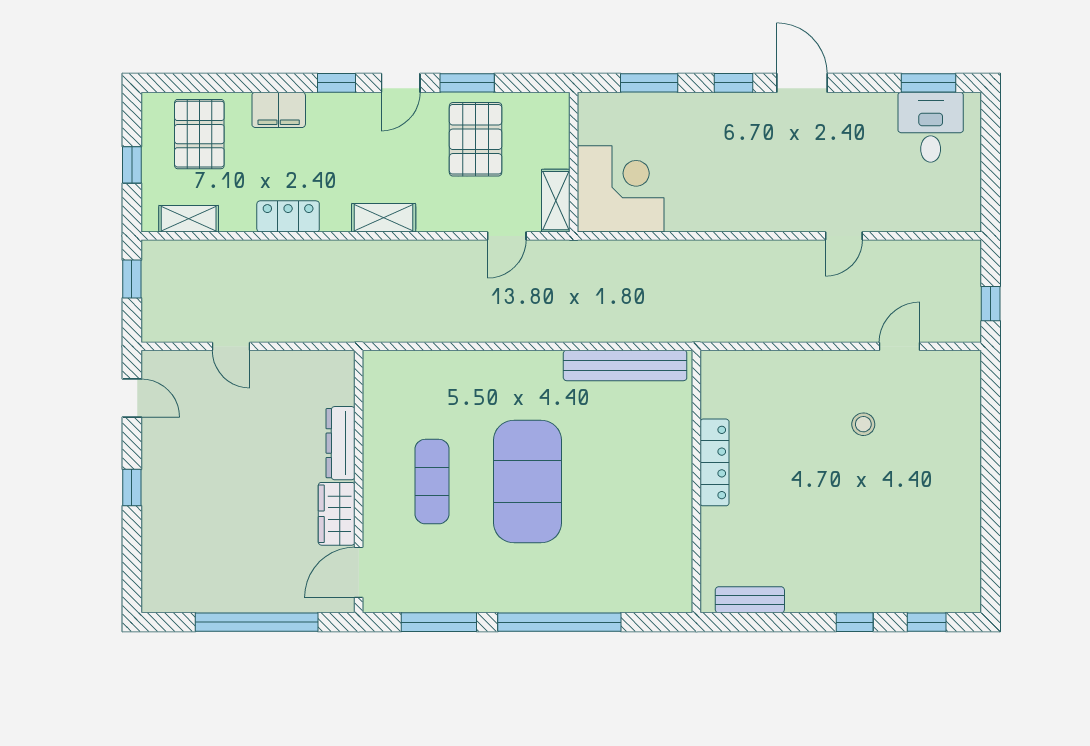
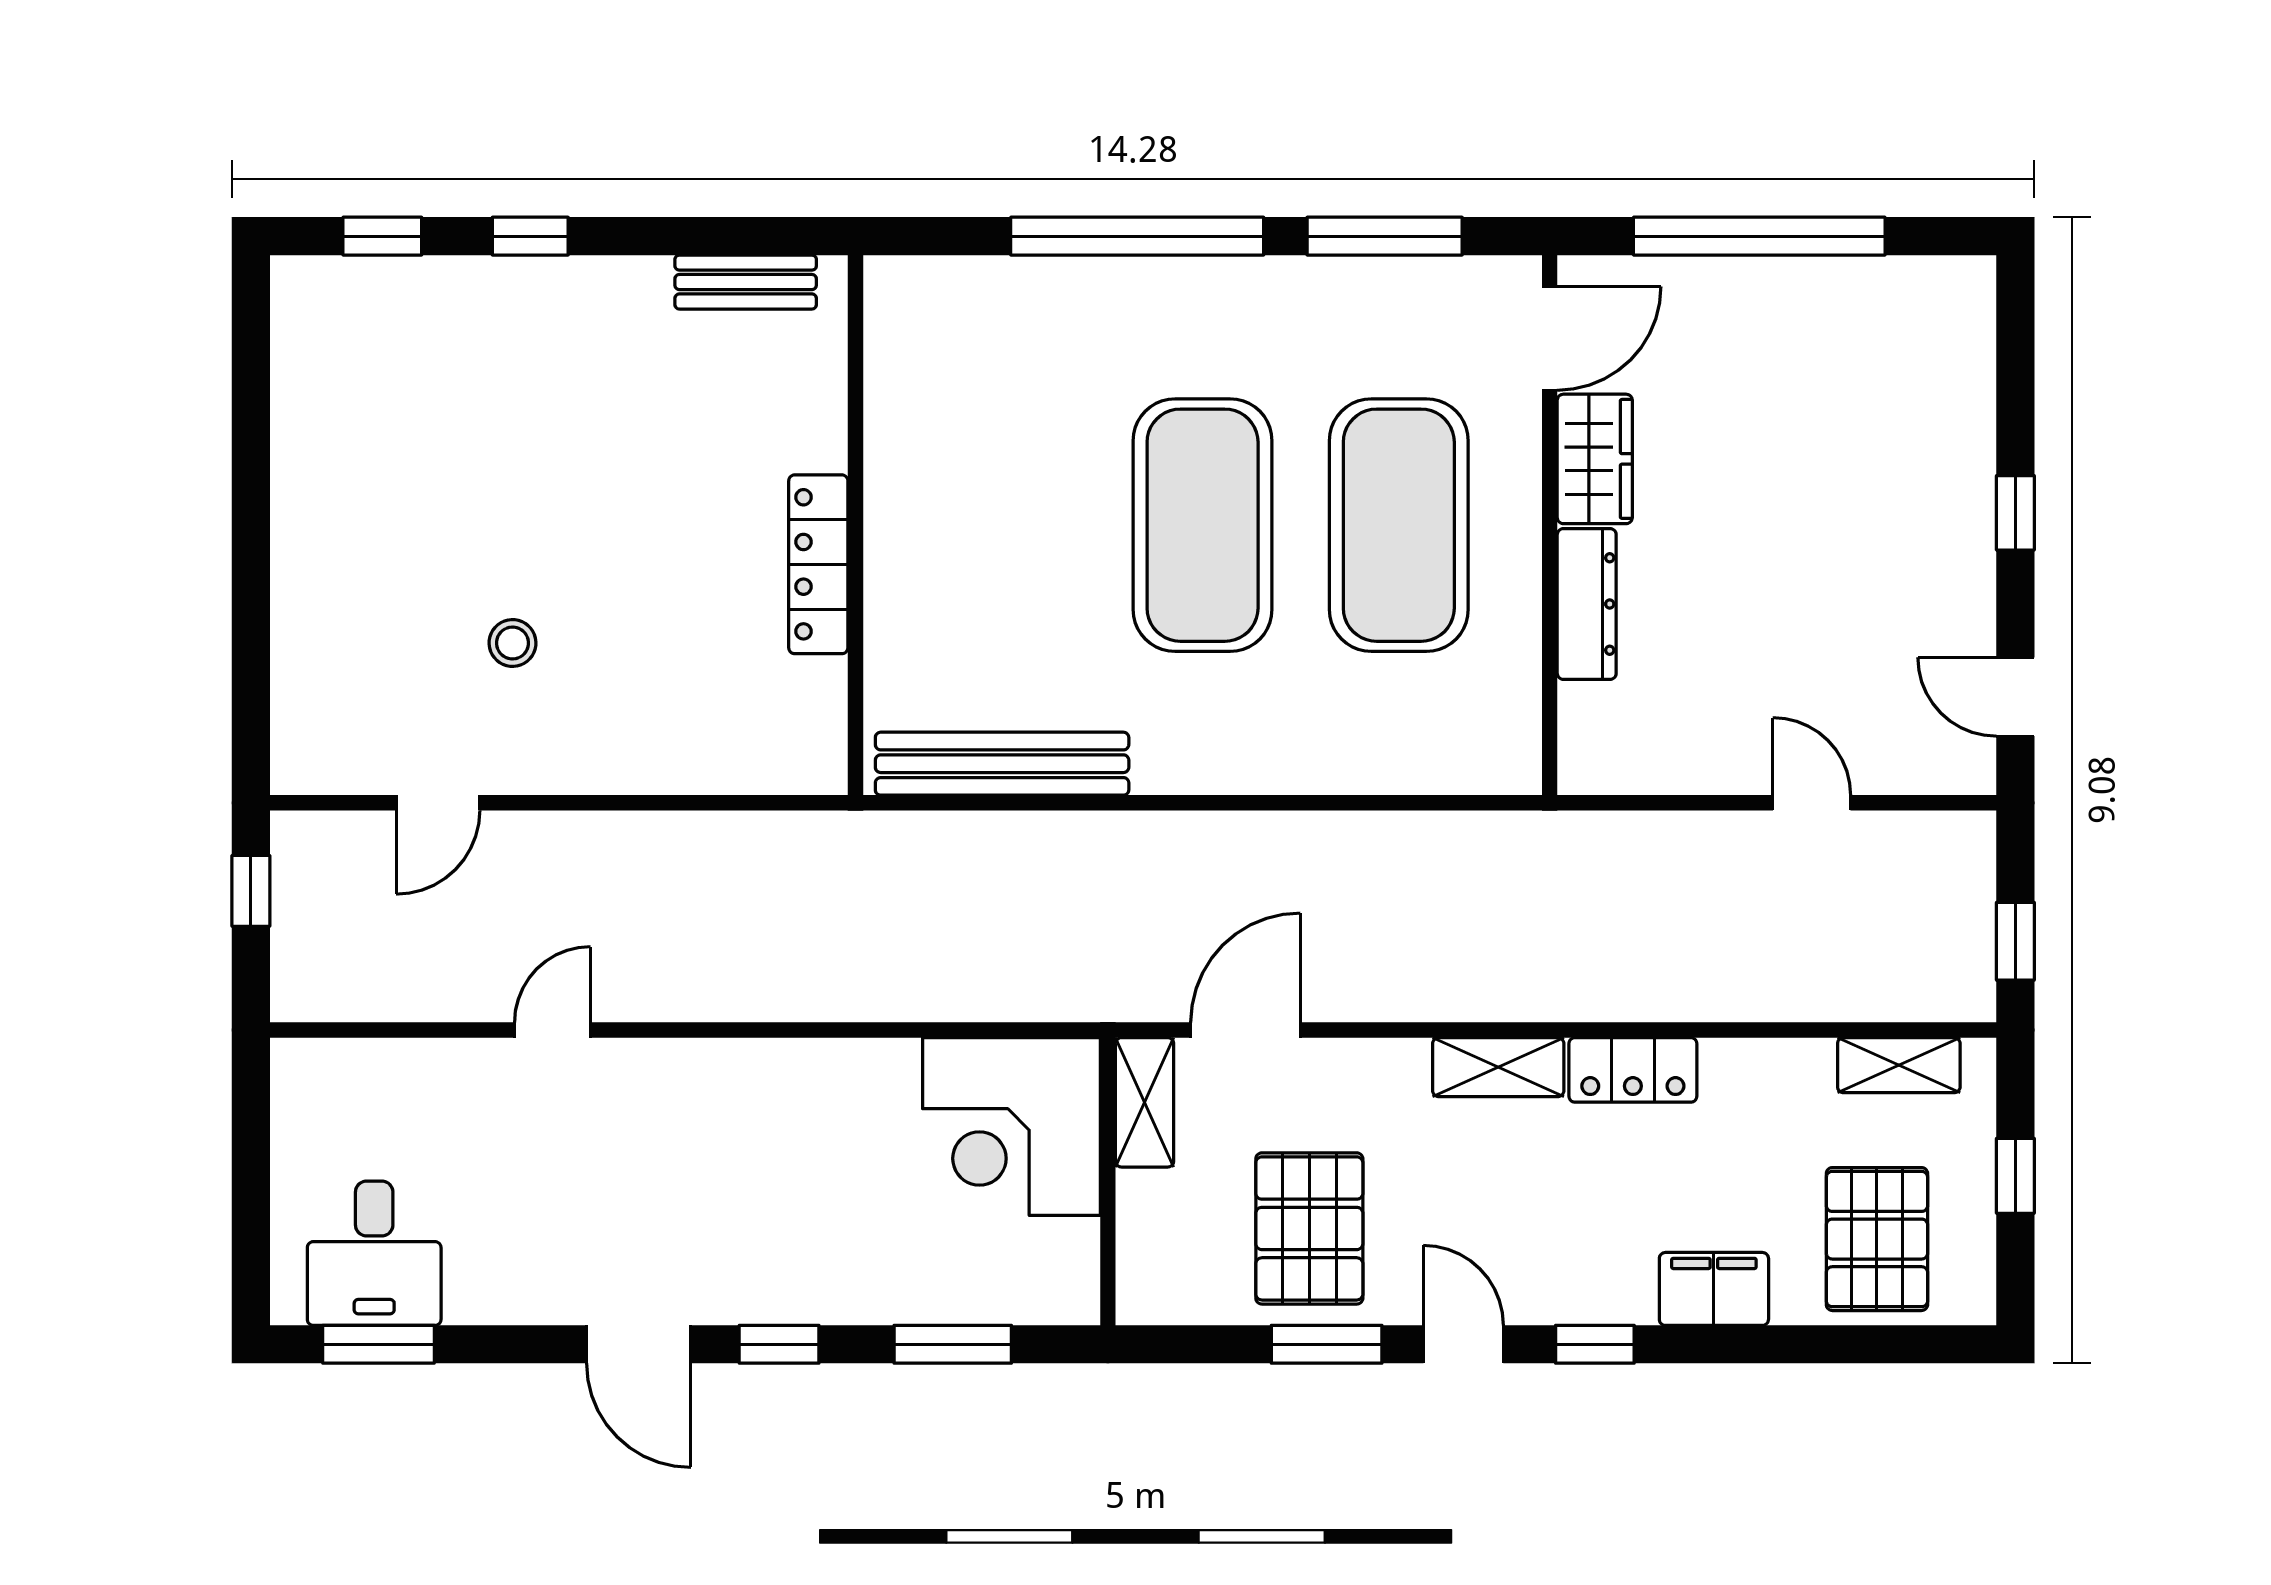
door: (401, 83) -> (1463, 1344), hinge flipped
locker: (288, 216) -> (1633, 1070), moved
door: (507, 236) -> (1245, 1030), width x1.38
exercise mat: (432, 482) -> (1399, 525), width x2.00, depth x1.45

